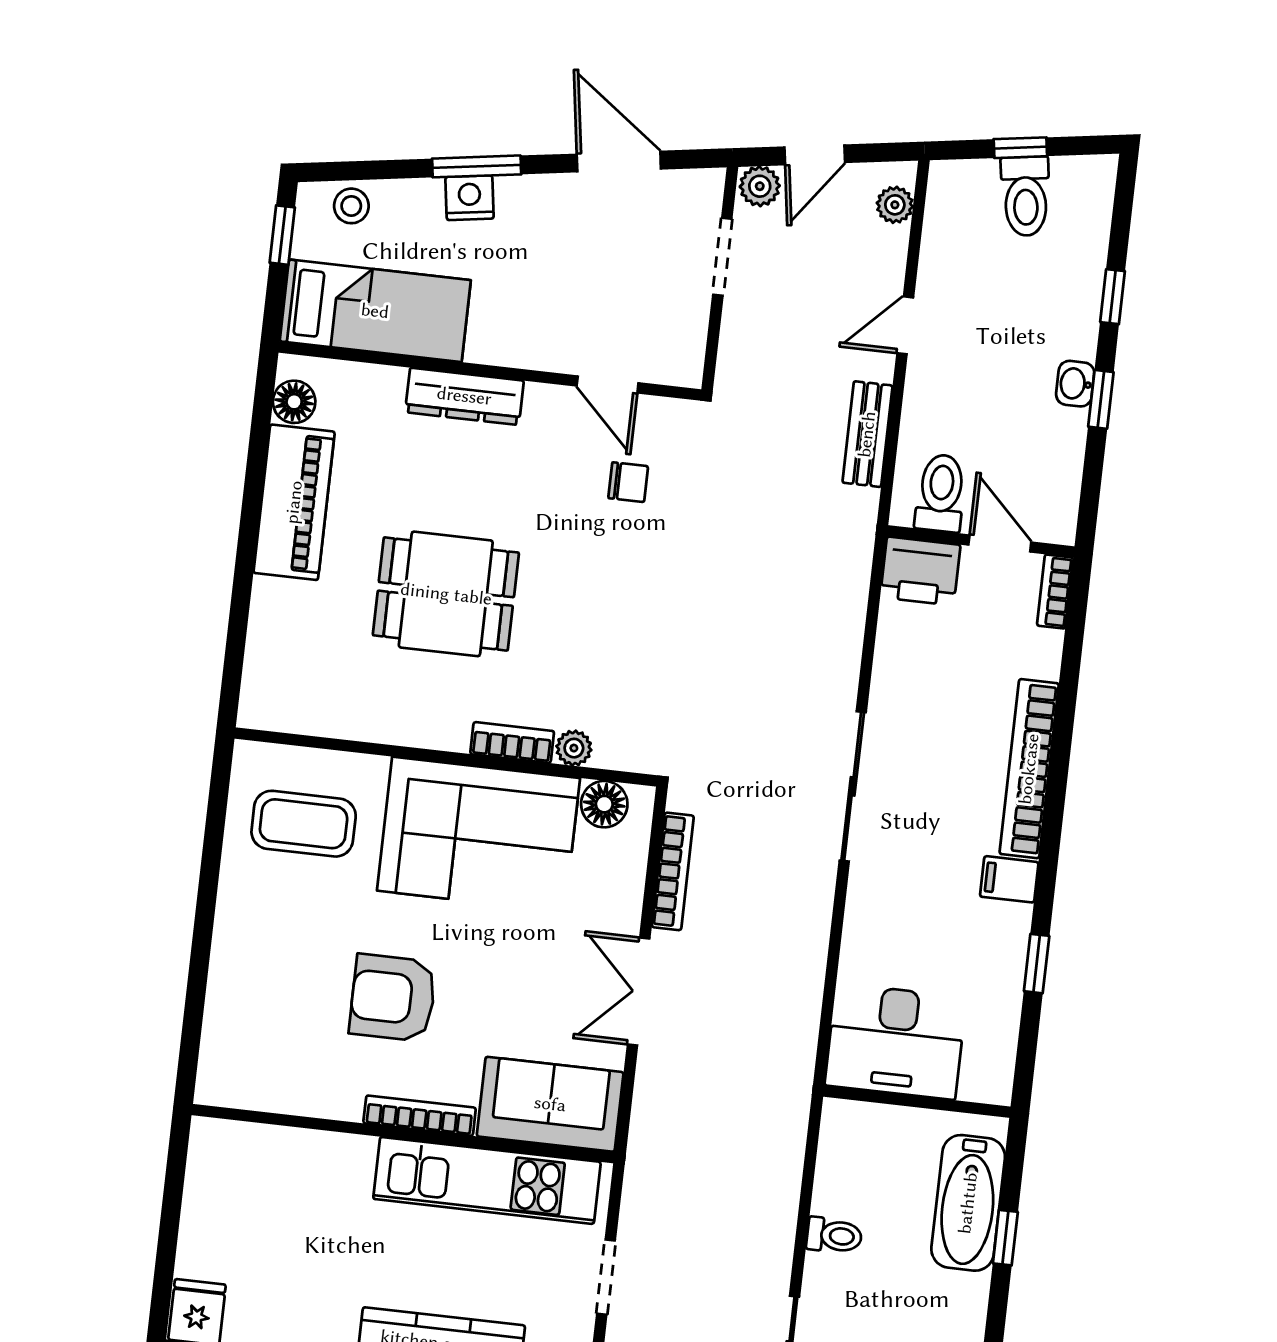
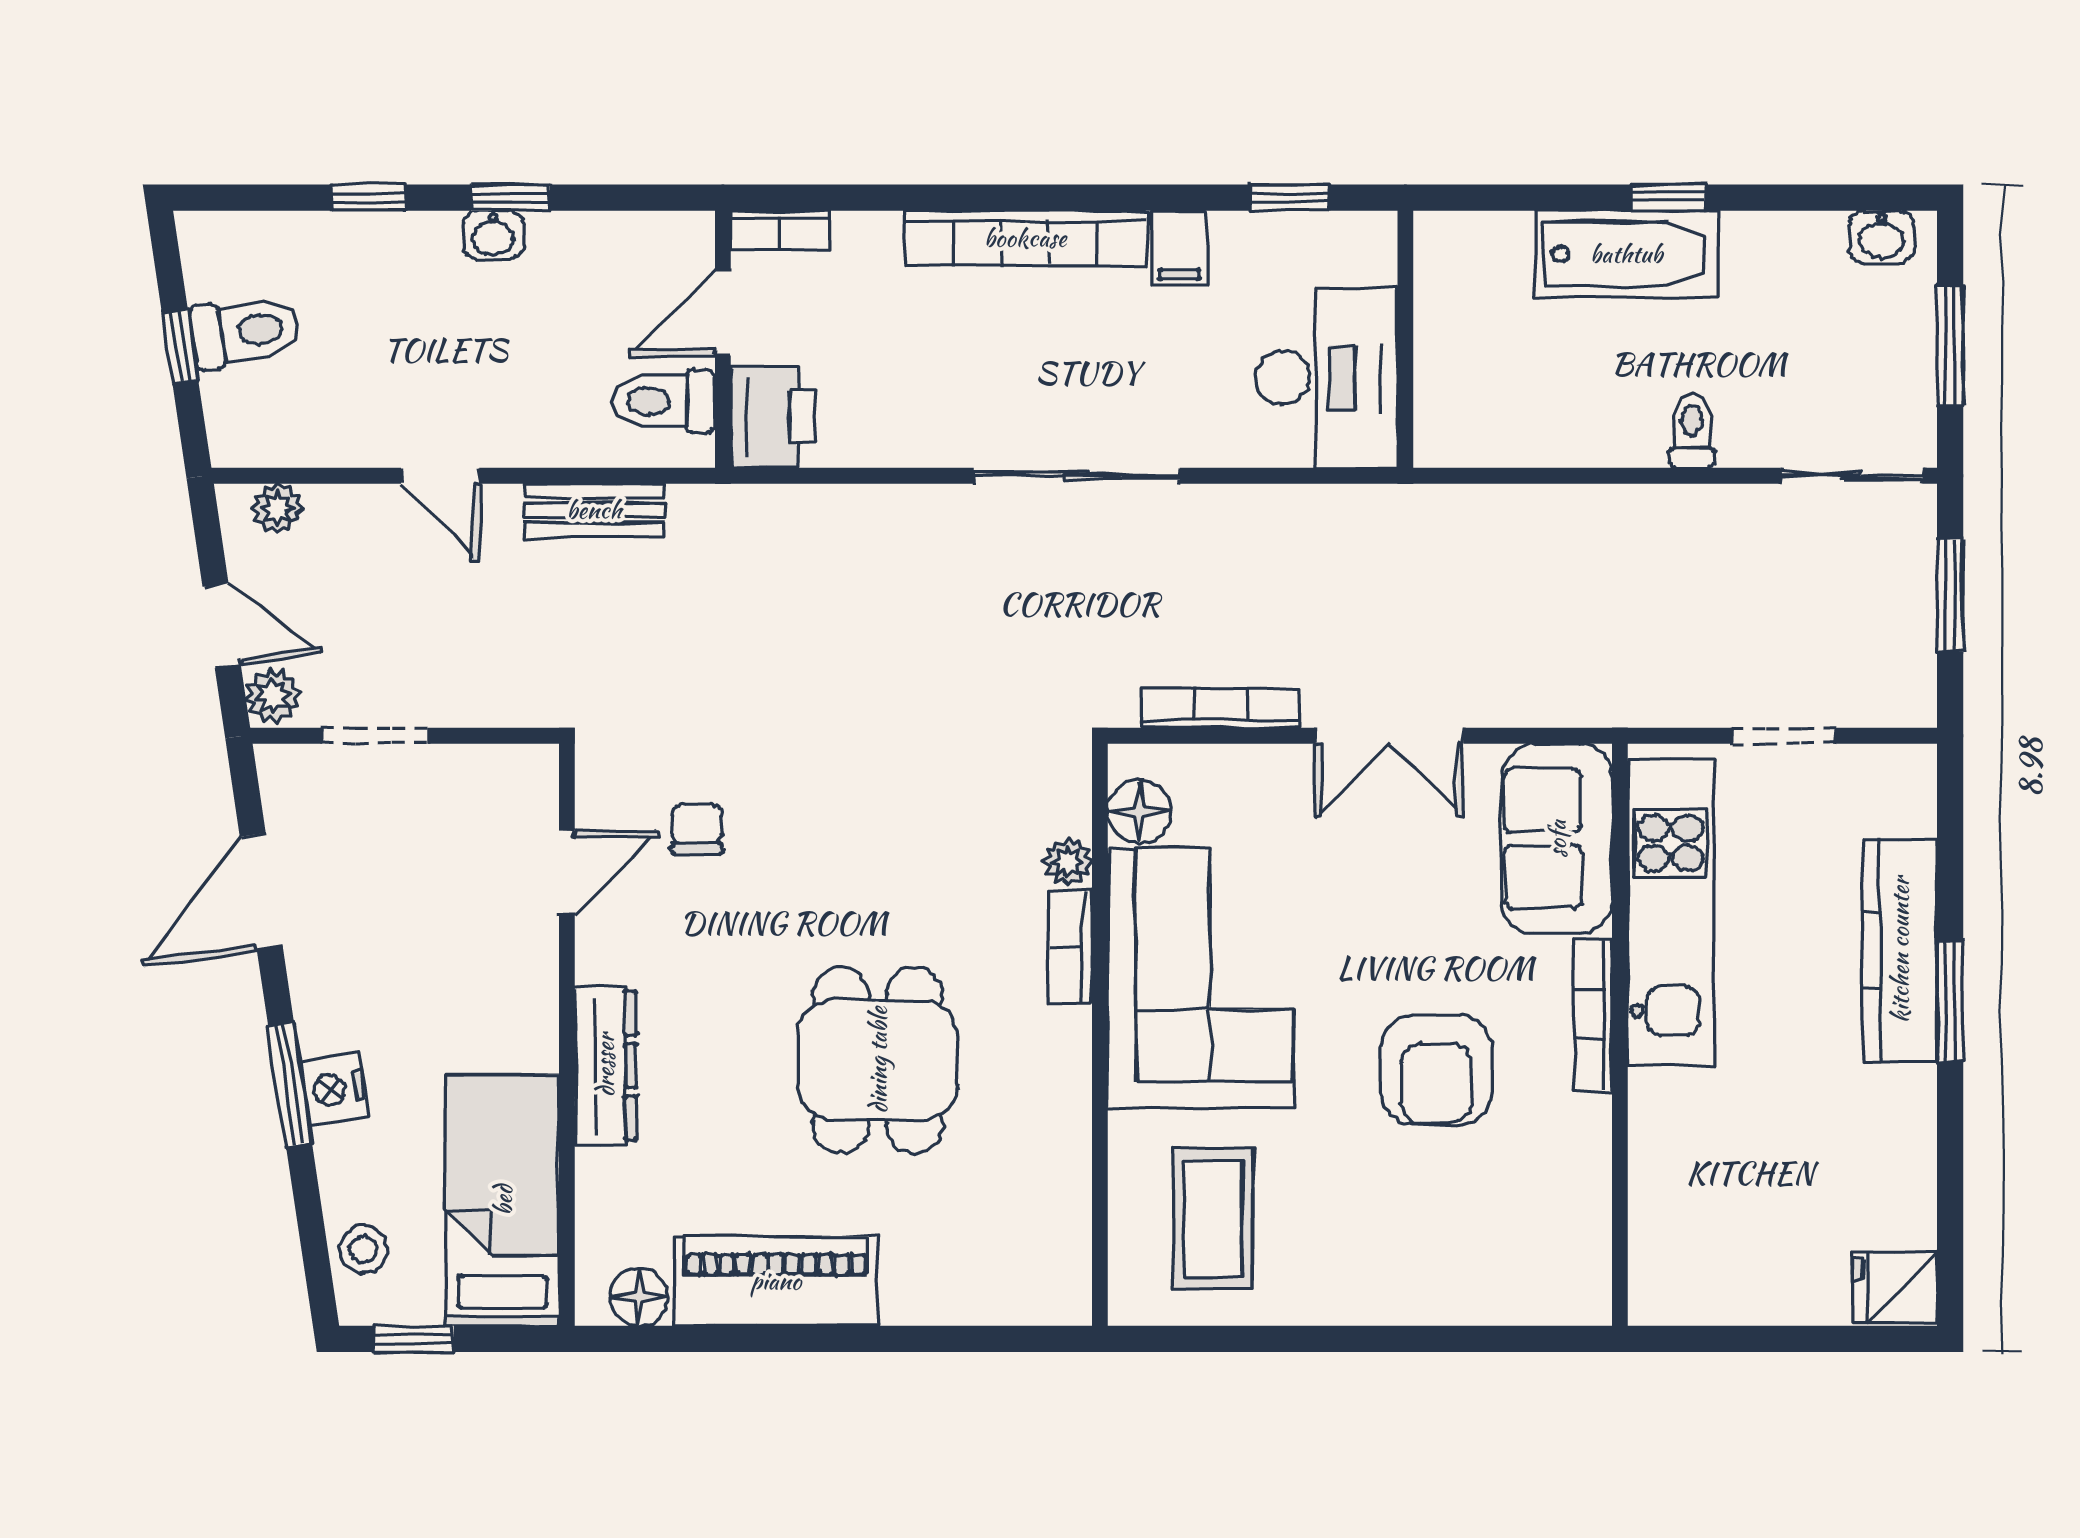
desk: (896, 1041) -> (1327, 378), moved
wall: (917, 1102) -> (1405, 339), moved

